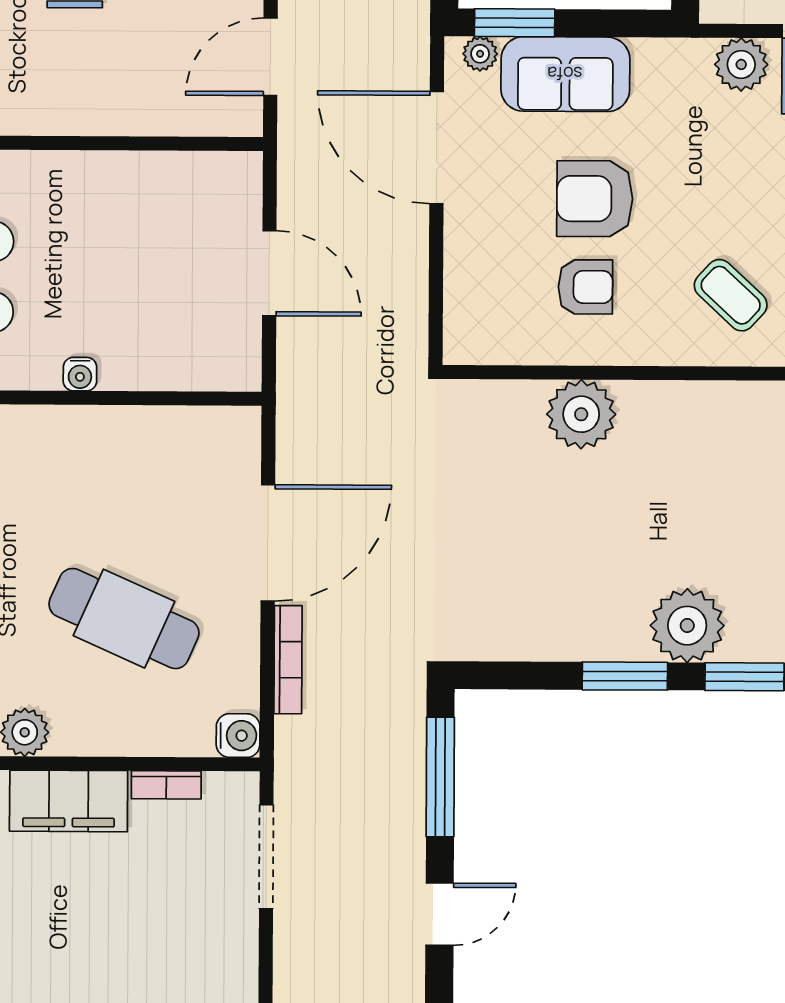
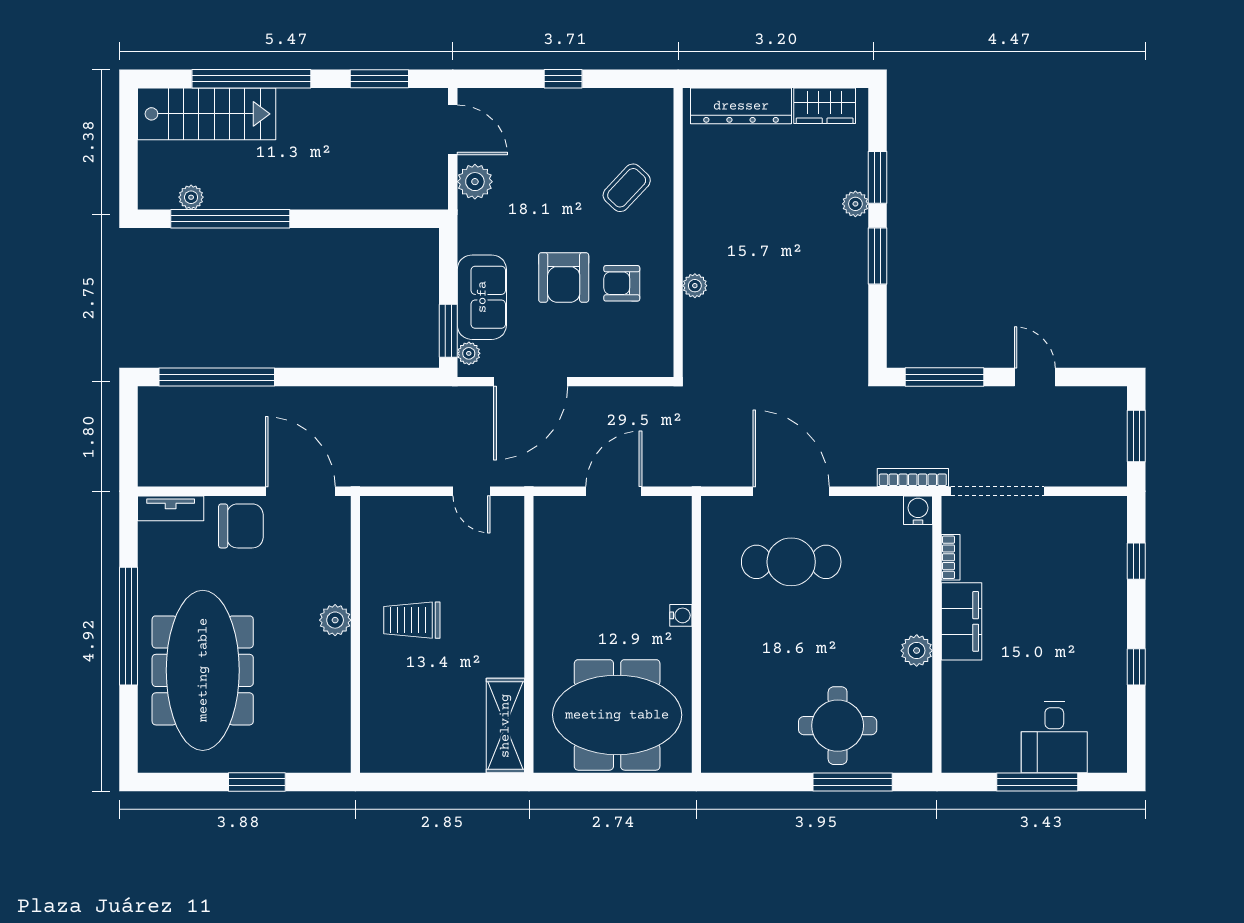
door: (270, 57) -> (471, 491), width x0.73
armchair: (585, 287) -> (622, 283), turned -90
plant: (581, 414) -> (695, 286), width x0.53, depth x0.53
cafe table: (124, 619) -> (791, 562), moved, turned 66
plant: (687, 626) -> (855, 204), width x0.53, depth x0.53
bookcase: (288, 660) -> (913, 478), moved
doorway: (266, 857) -> (998, 491), width x1.36

